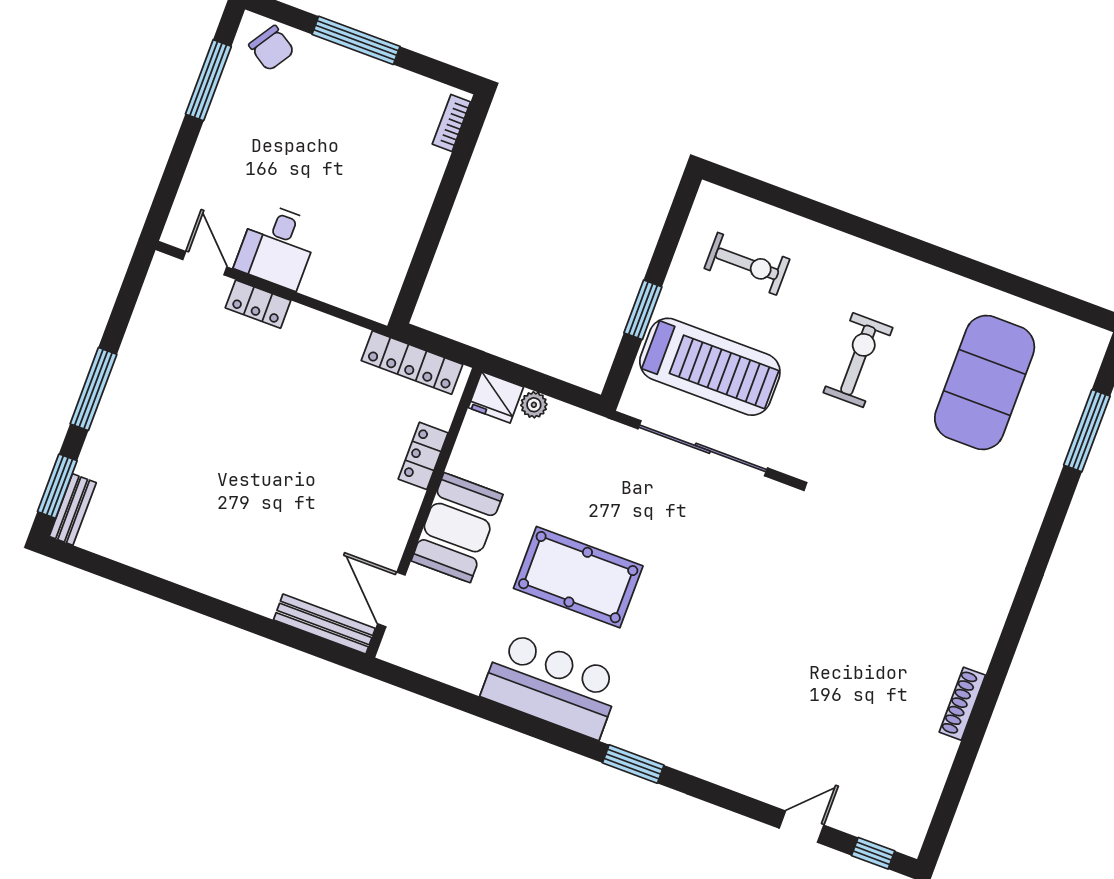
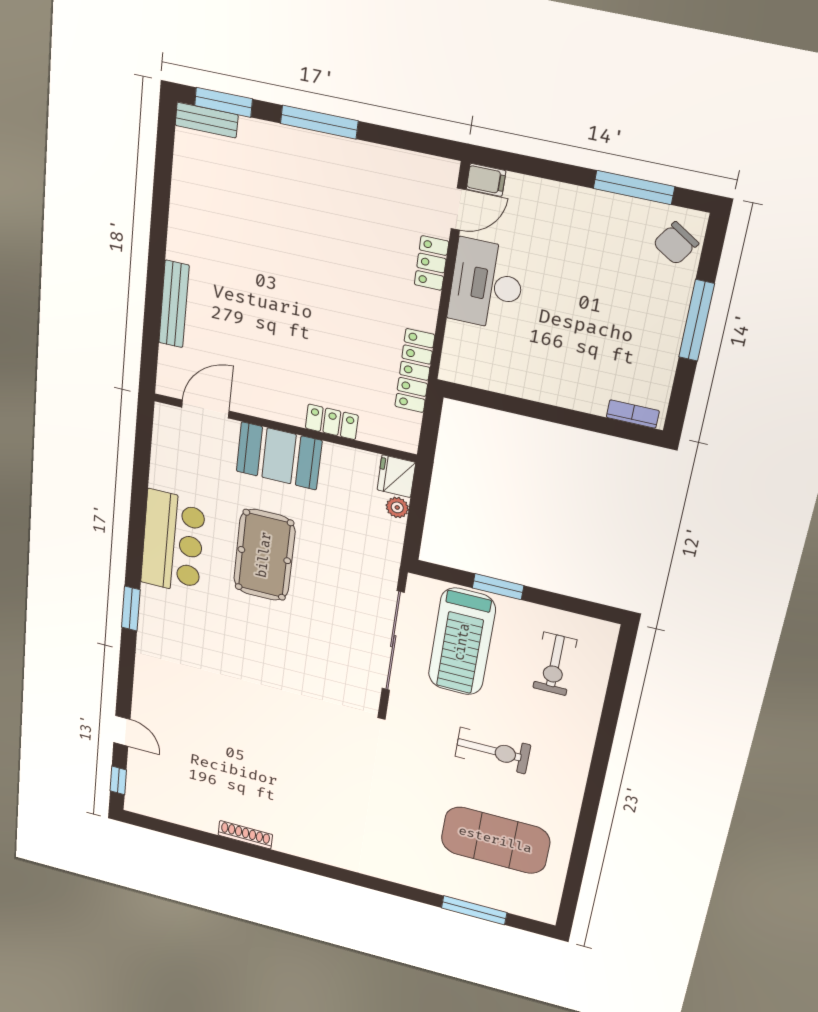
filing cabinet: (179, 228) -> (486, 180), added
desk: (277, 246) -> (487, 285), width x1.37
locker: (412, 362) -> (415, 371), moved
bench: (324, 624) -> (174, 304), moved

